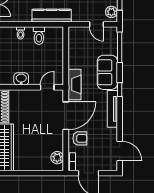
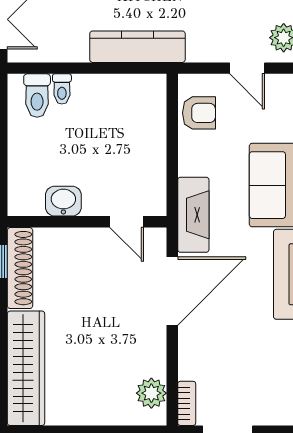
toilet: (39, 36) -> (37, 96), moved
door: (47, 87) -> (127, 222), swing flipped
armchair: (80, 138) -> (199, 113), moved

